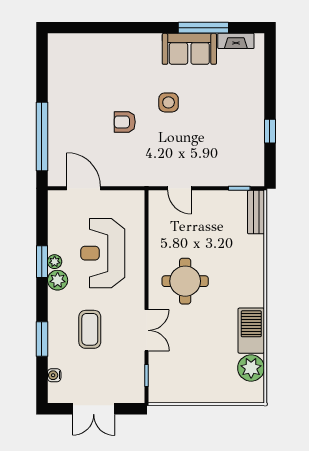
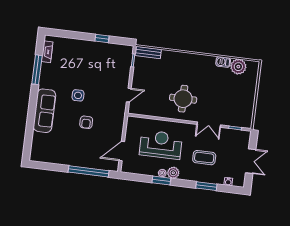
sofa: (189, 49) -> (44, 111), moved, width x1.36
reception desk: (103, 253) -> (161, 145), turned 180
double door: (147, 330) -> (209, 125), swing flipped
barbecue: (251, 331) -> (223, 62), width x0.53, depth x0.65

